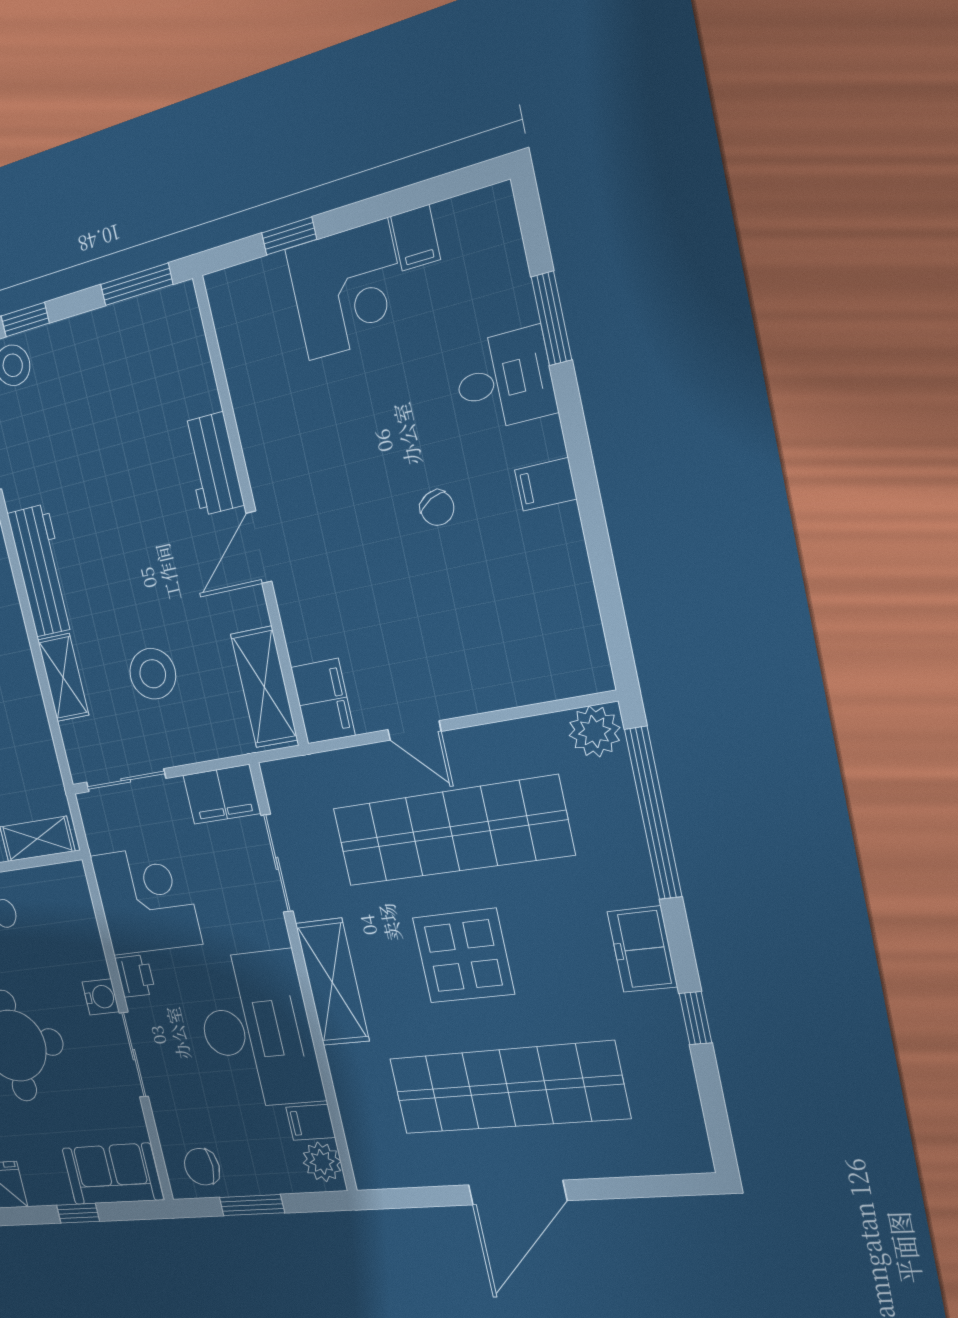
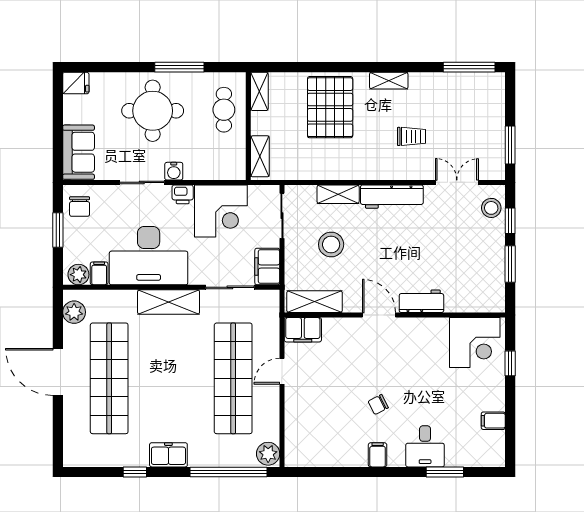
window: (137, 284) -> (510, 264), moved
corner desk: (348, 290) -> (475, 342), moved, turned -90
display table: (463, 956) -> (174, 371), removed
plant: (394, 1166) -> (74, 312), added
chair: (202, 1167) -> (80, 207), turned 180
window: (78, 1213) -> (58, 125), removed

